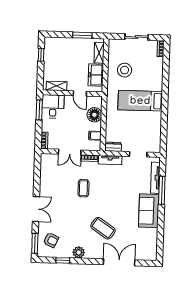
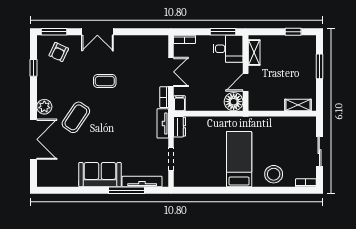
window: (82, 35) -> (319, 66), moved
stool: (125, 70) -> (274, 174), moved
freezer: (96, 75) -> (270, 102), removed
floor lamp: (94, 115) -> (234, 102), moved
filing cabinet: (95, 136) -> (179, 103), moved
double door: (70, 152) -> (171, 72), swing flipped
coffee table: (83, 188) -> (105, 81), moved
plant: (79, 252) -> (44, 107), moved

